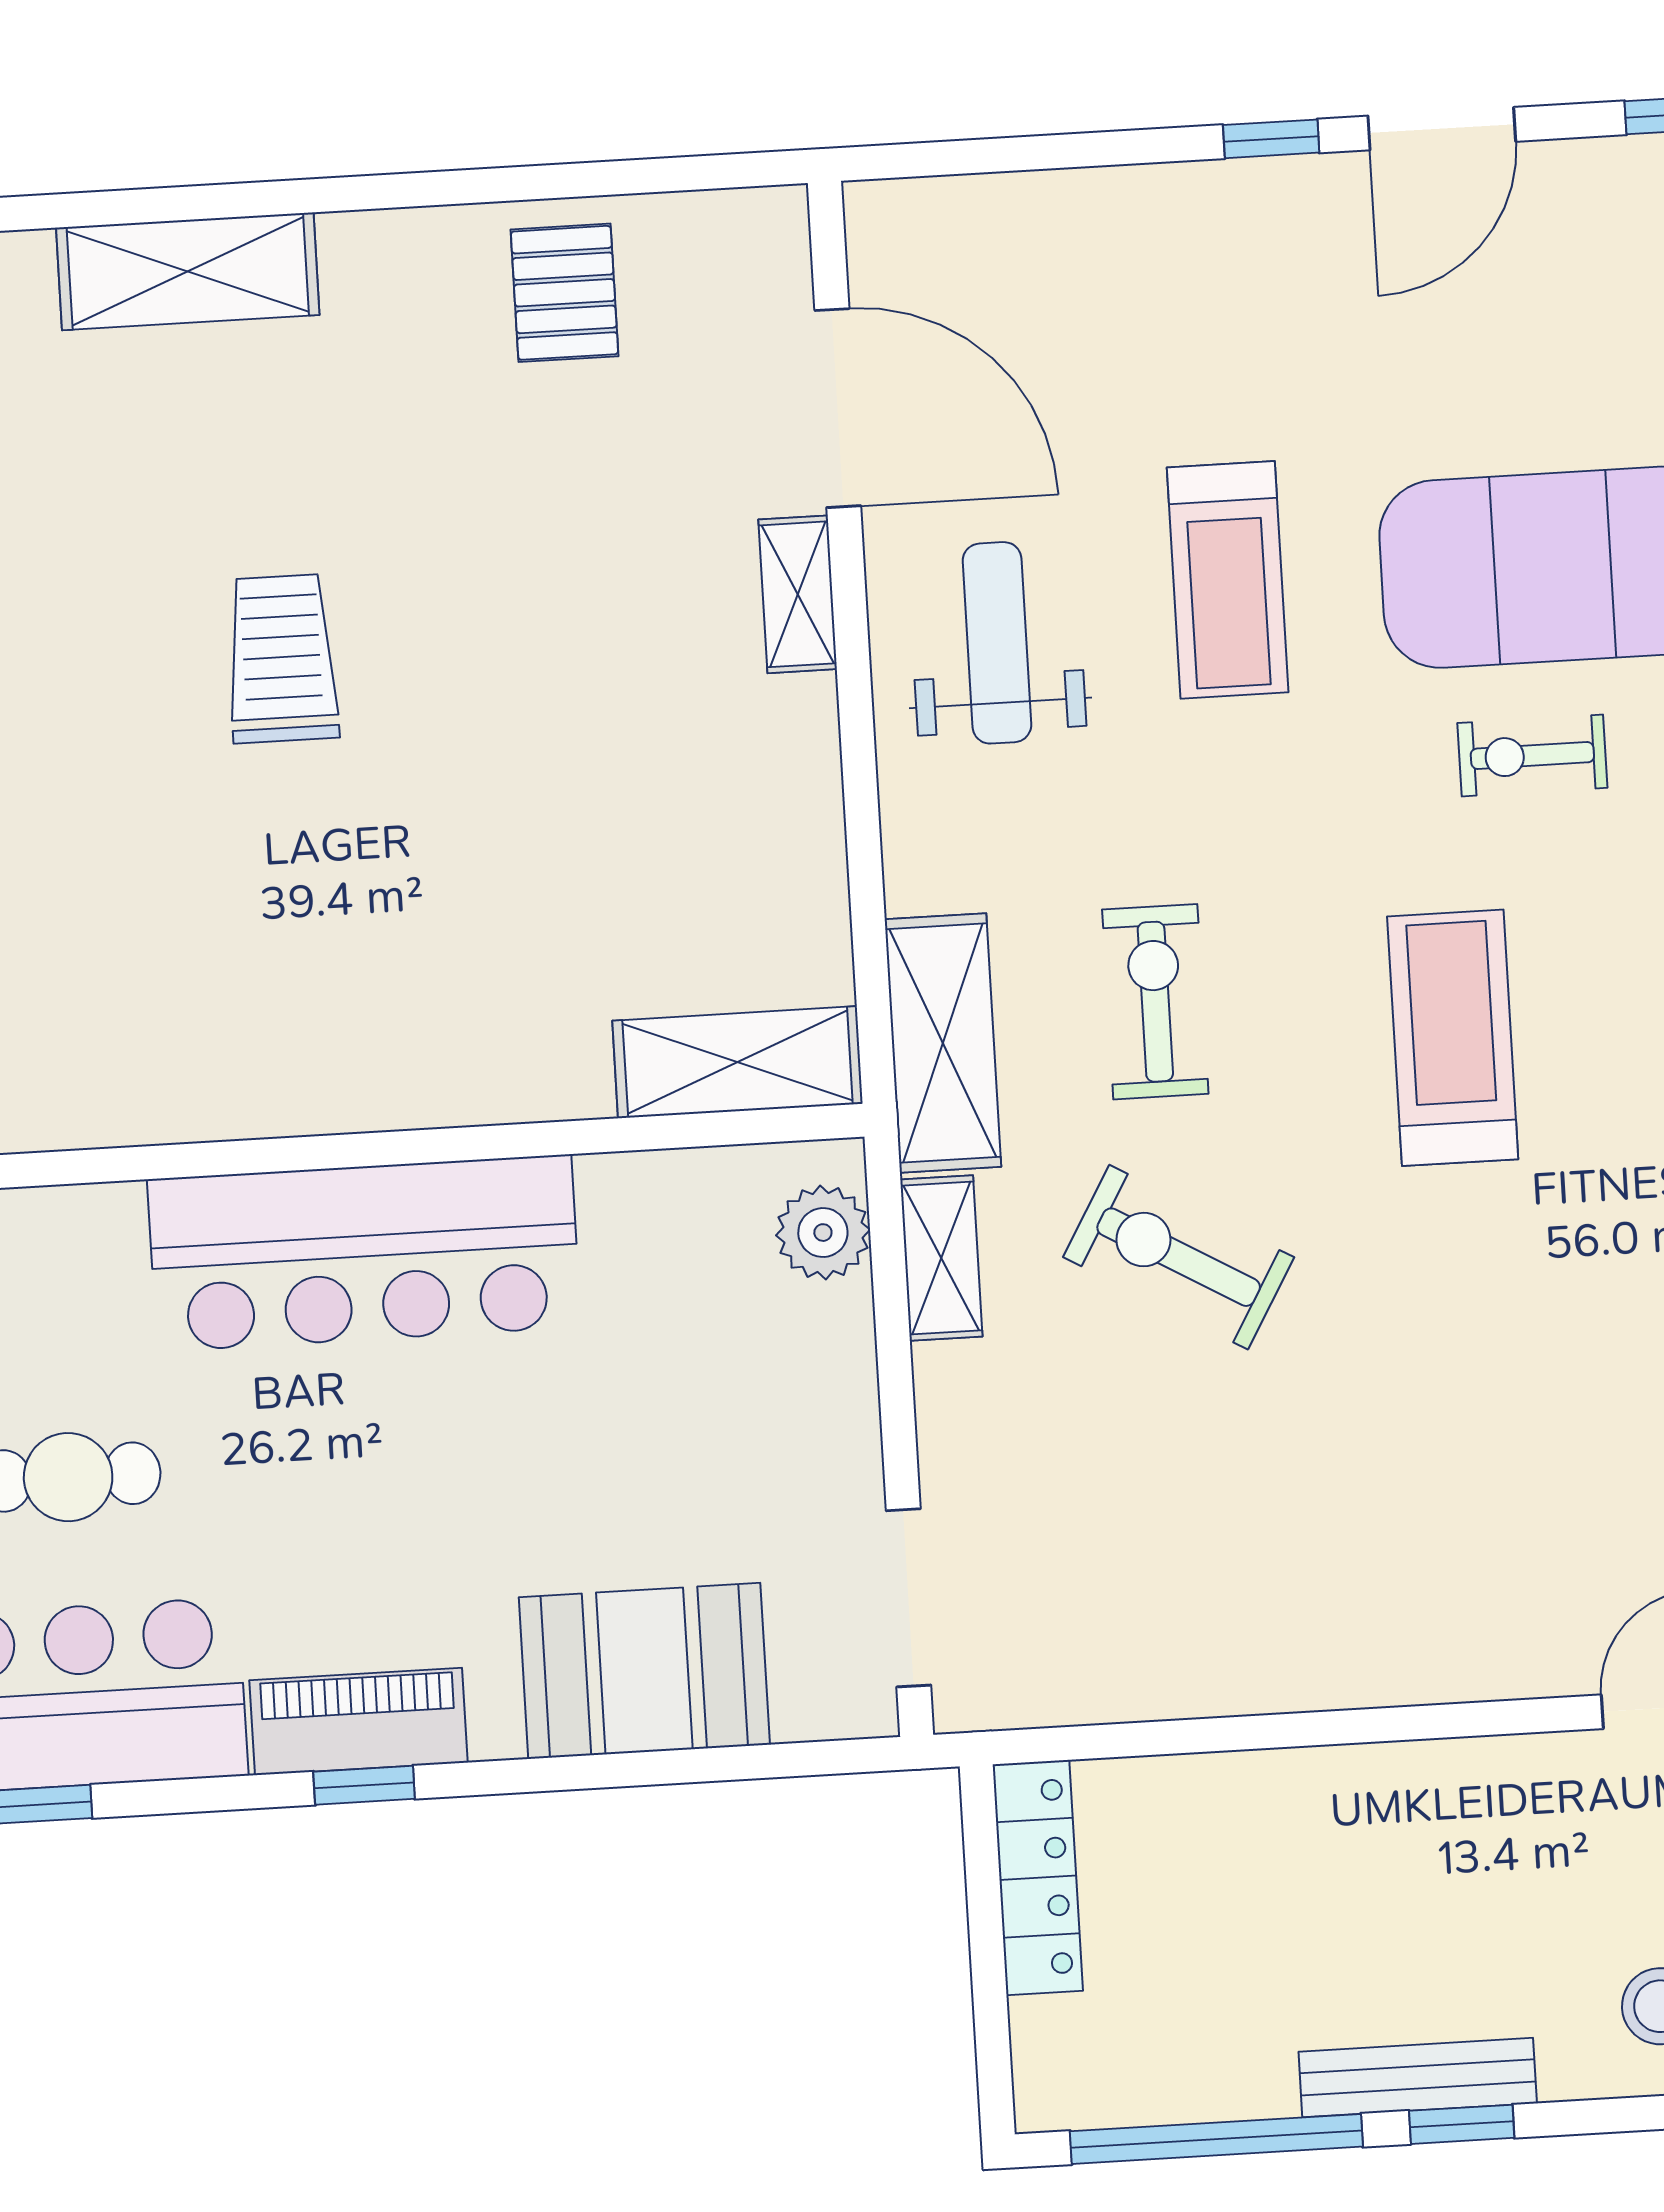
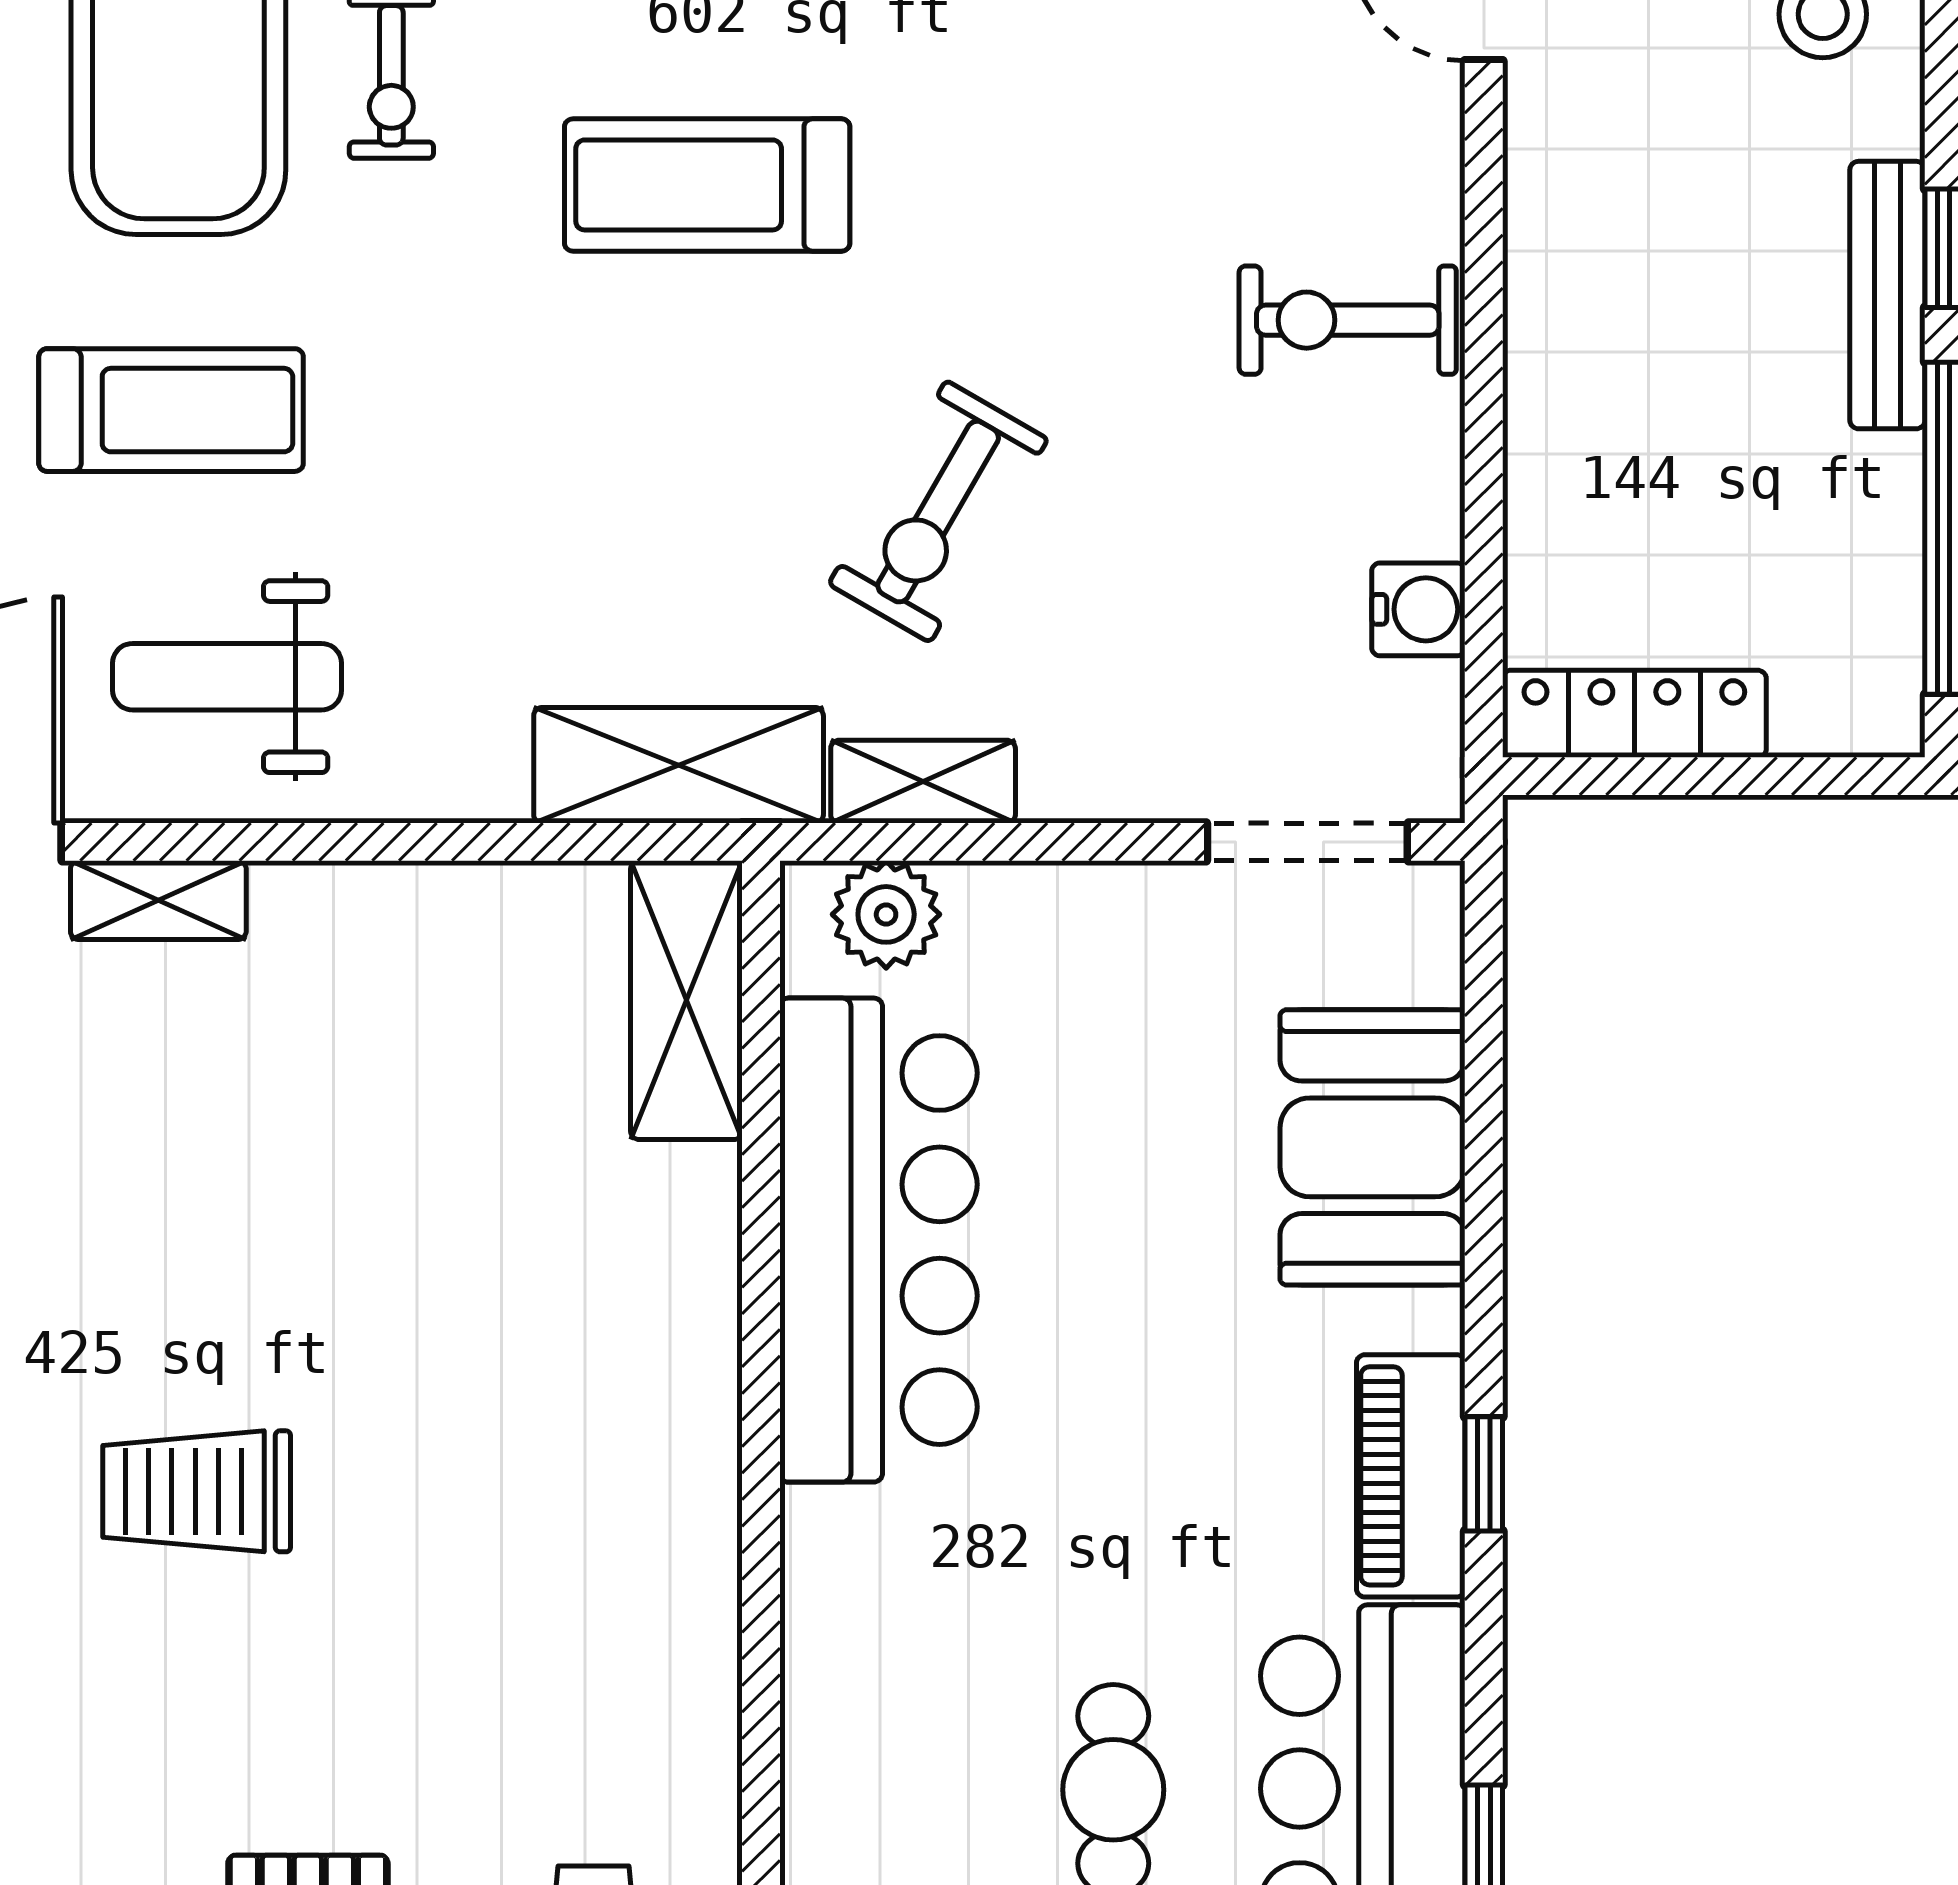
exercise bike: (1155, 1002) -> (1348, 320), moved
bar counter: (364, 1253) -> (878, 1240), moved
water cooler: (1118, 1683) -> (1418, 609), added

